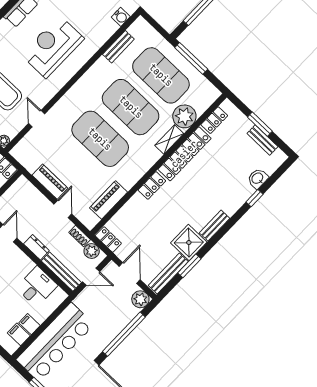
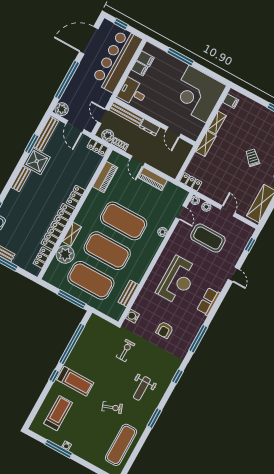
plant: (55, 112) -> (162, 232), added
door: (37, 119) -> (181, 213), moved
door: (91, 277) -> (103, 116), hinge flipped
desk: (37, 287) -> (133, 92), moved, turned 90

